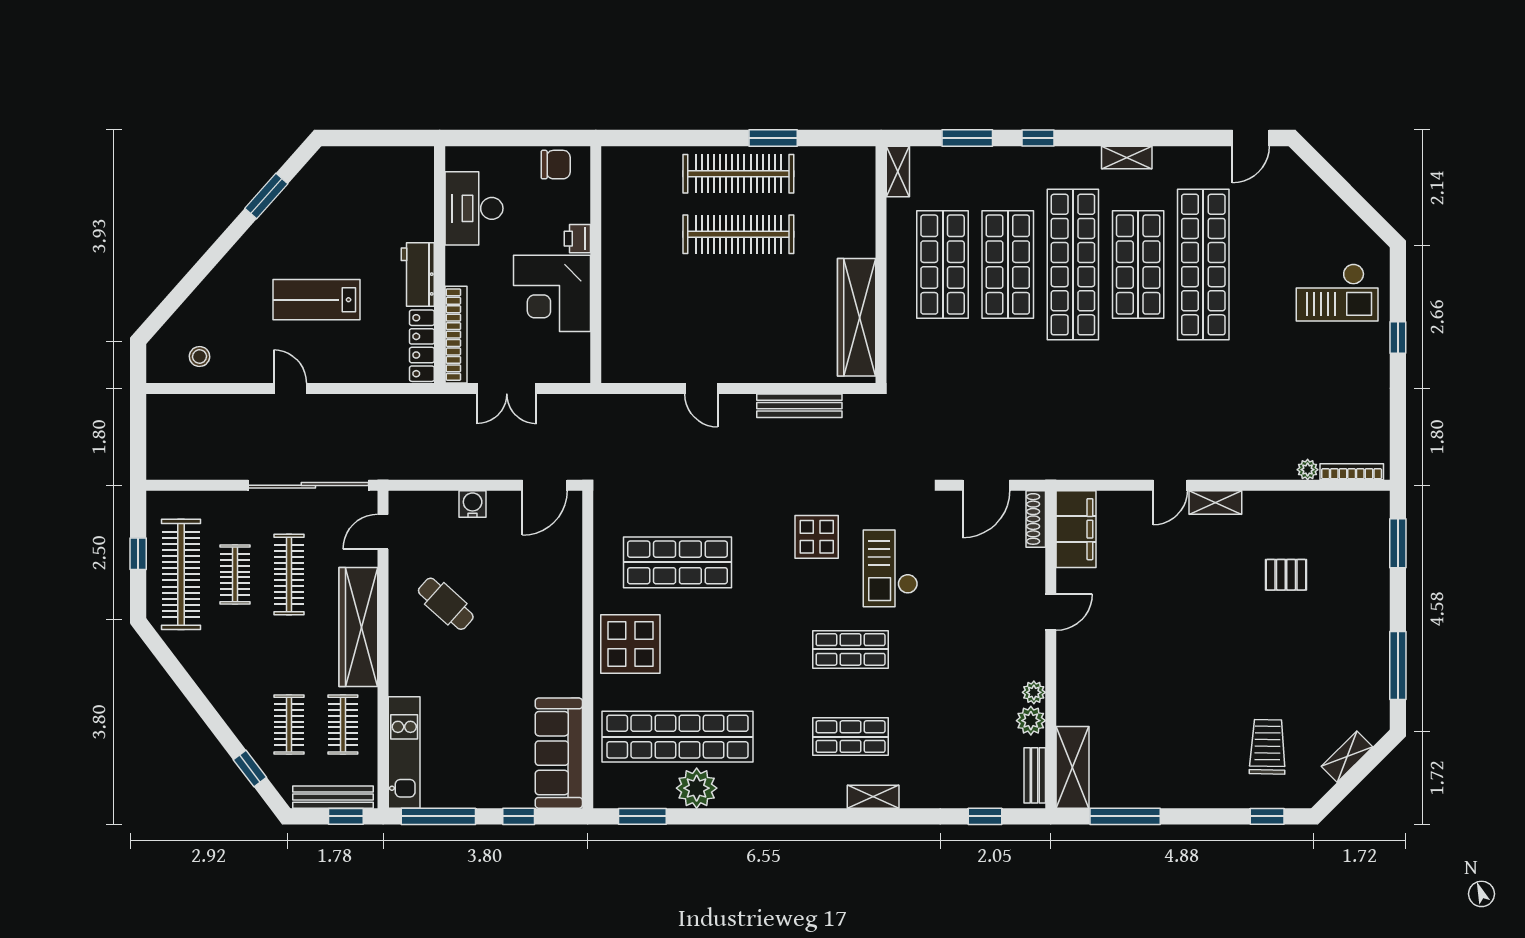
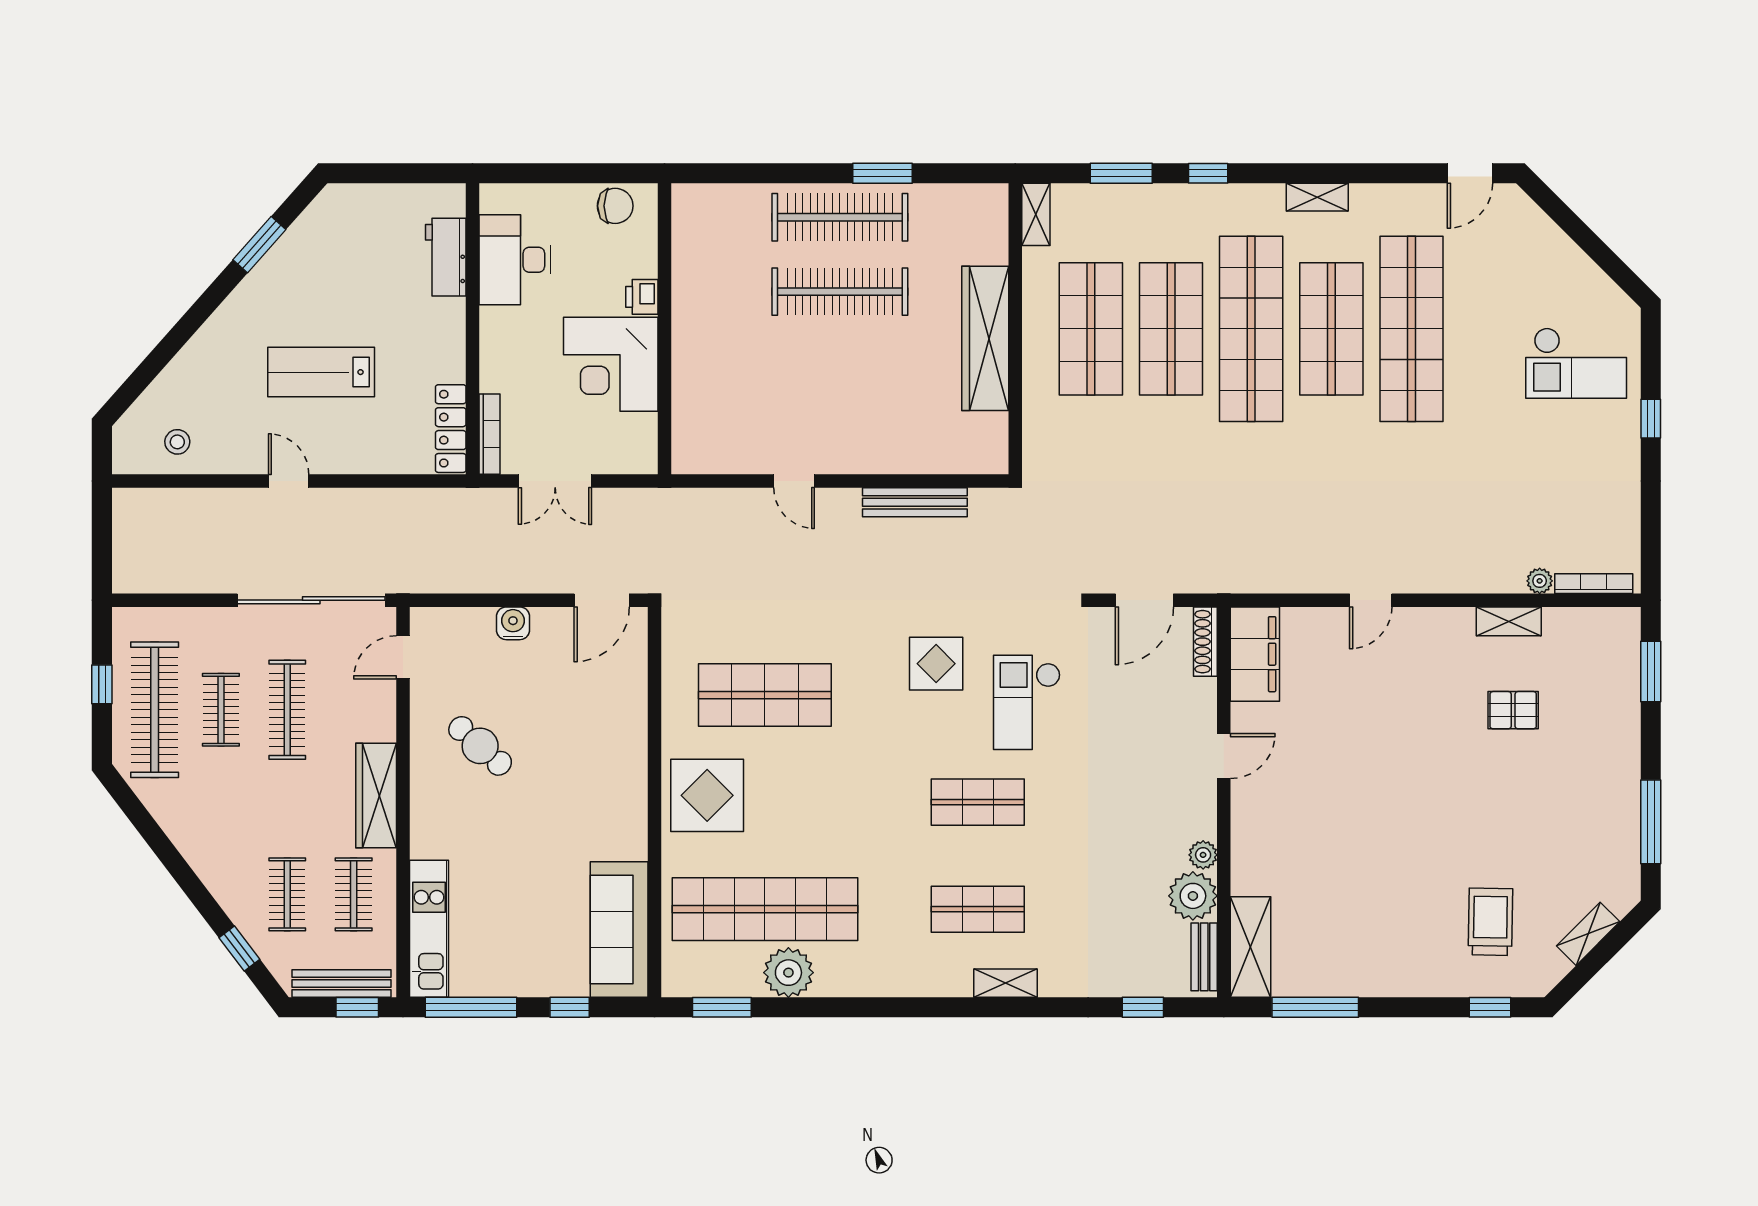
workbench: (418, 275) -> (446, 257), moved
wardrobe: (857, 317) -> (985, 338), moved
bookcase: (456, 335) -> (489, 434), width x0.68, depth x0.76
shelving: (1215, 503) -> (1509, 621), moved
wardrobe: (358, 627) -> (376, 795), width x0.71, depth x0.85
plant: (1031, 721) -> (1193, 896), width x1.36, depth x1.36

